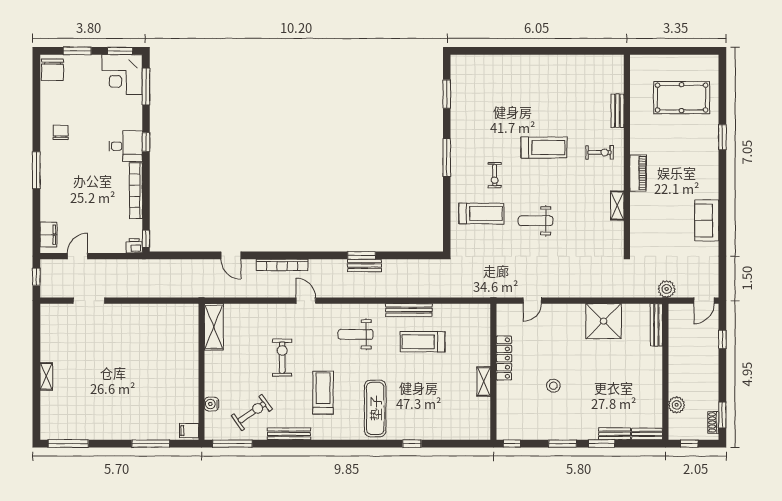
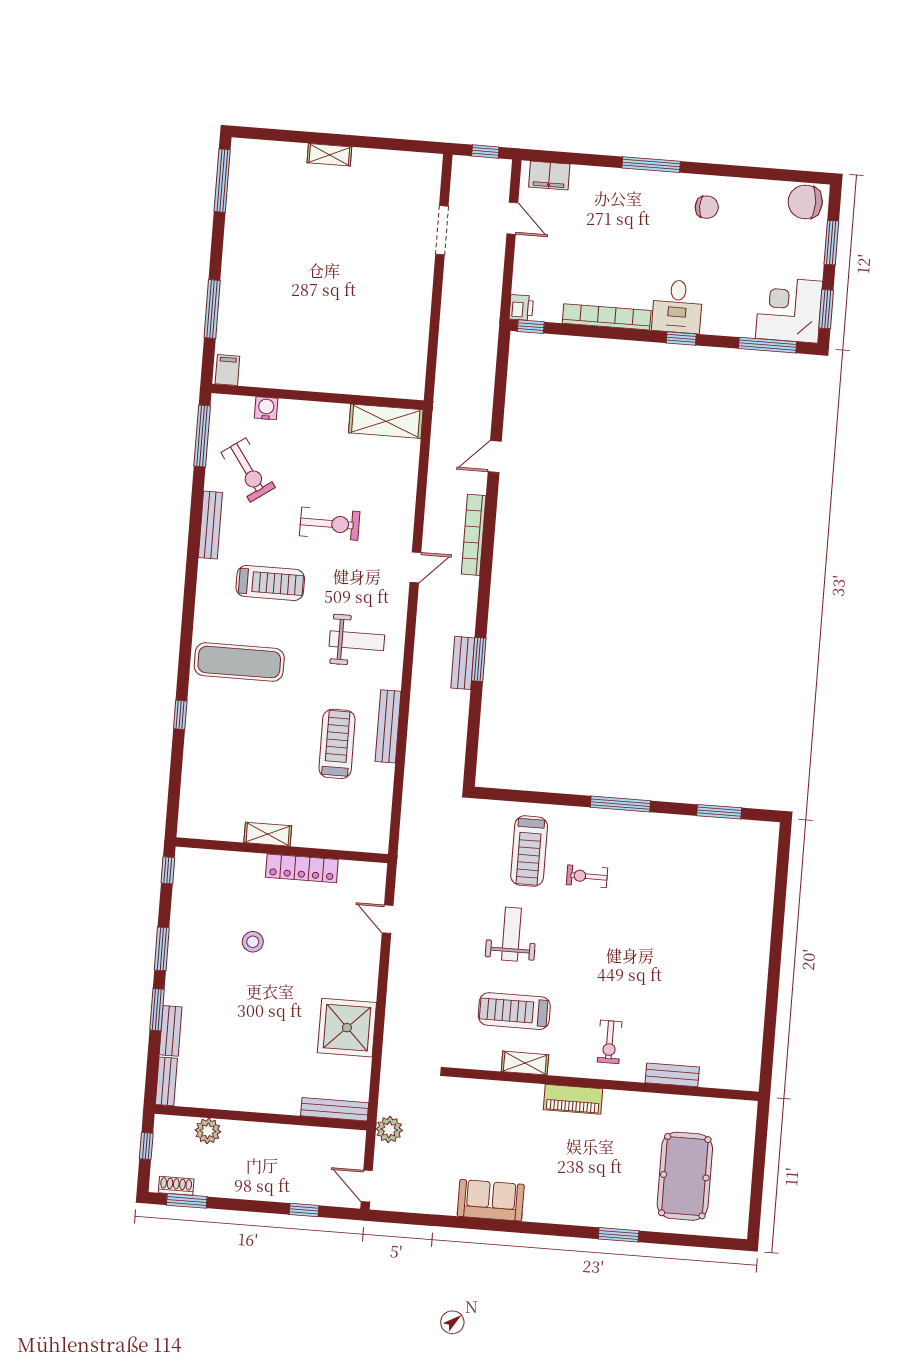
treadmill: (544, 148) -> (514, 1011), moved, turned 90
weight bench: (356, 334) -> (357, 641), turned 90

